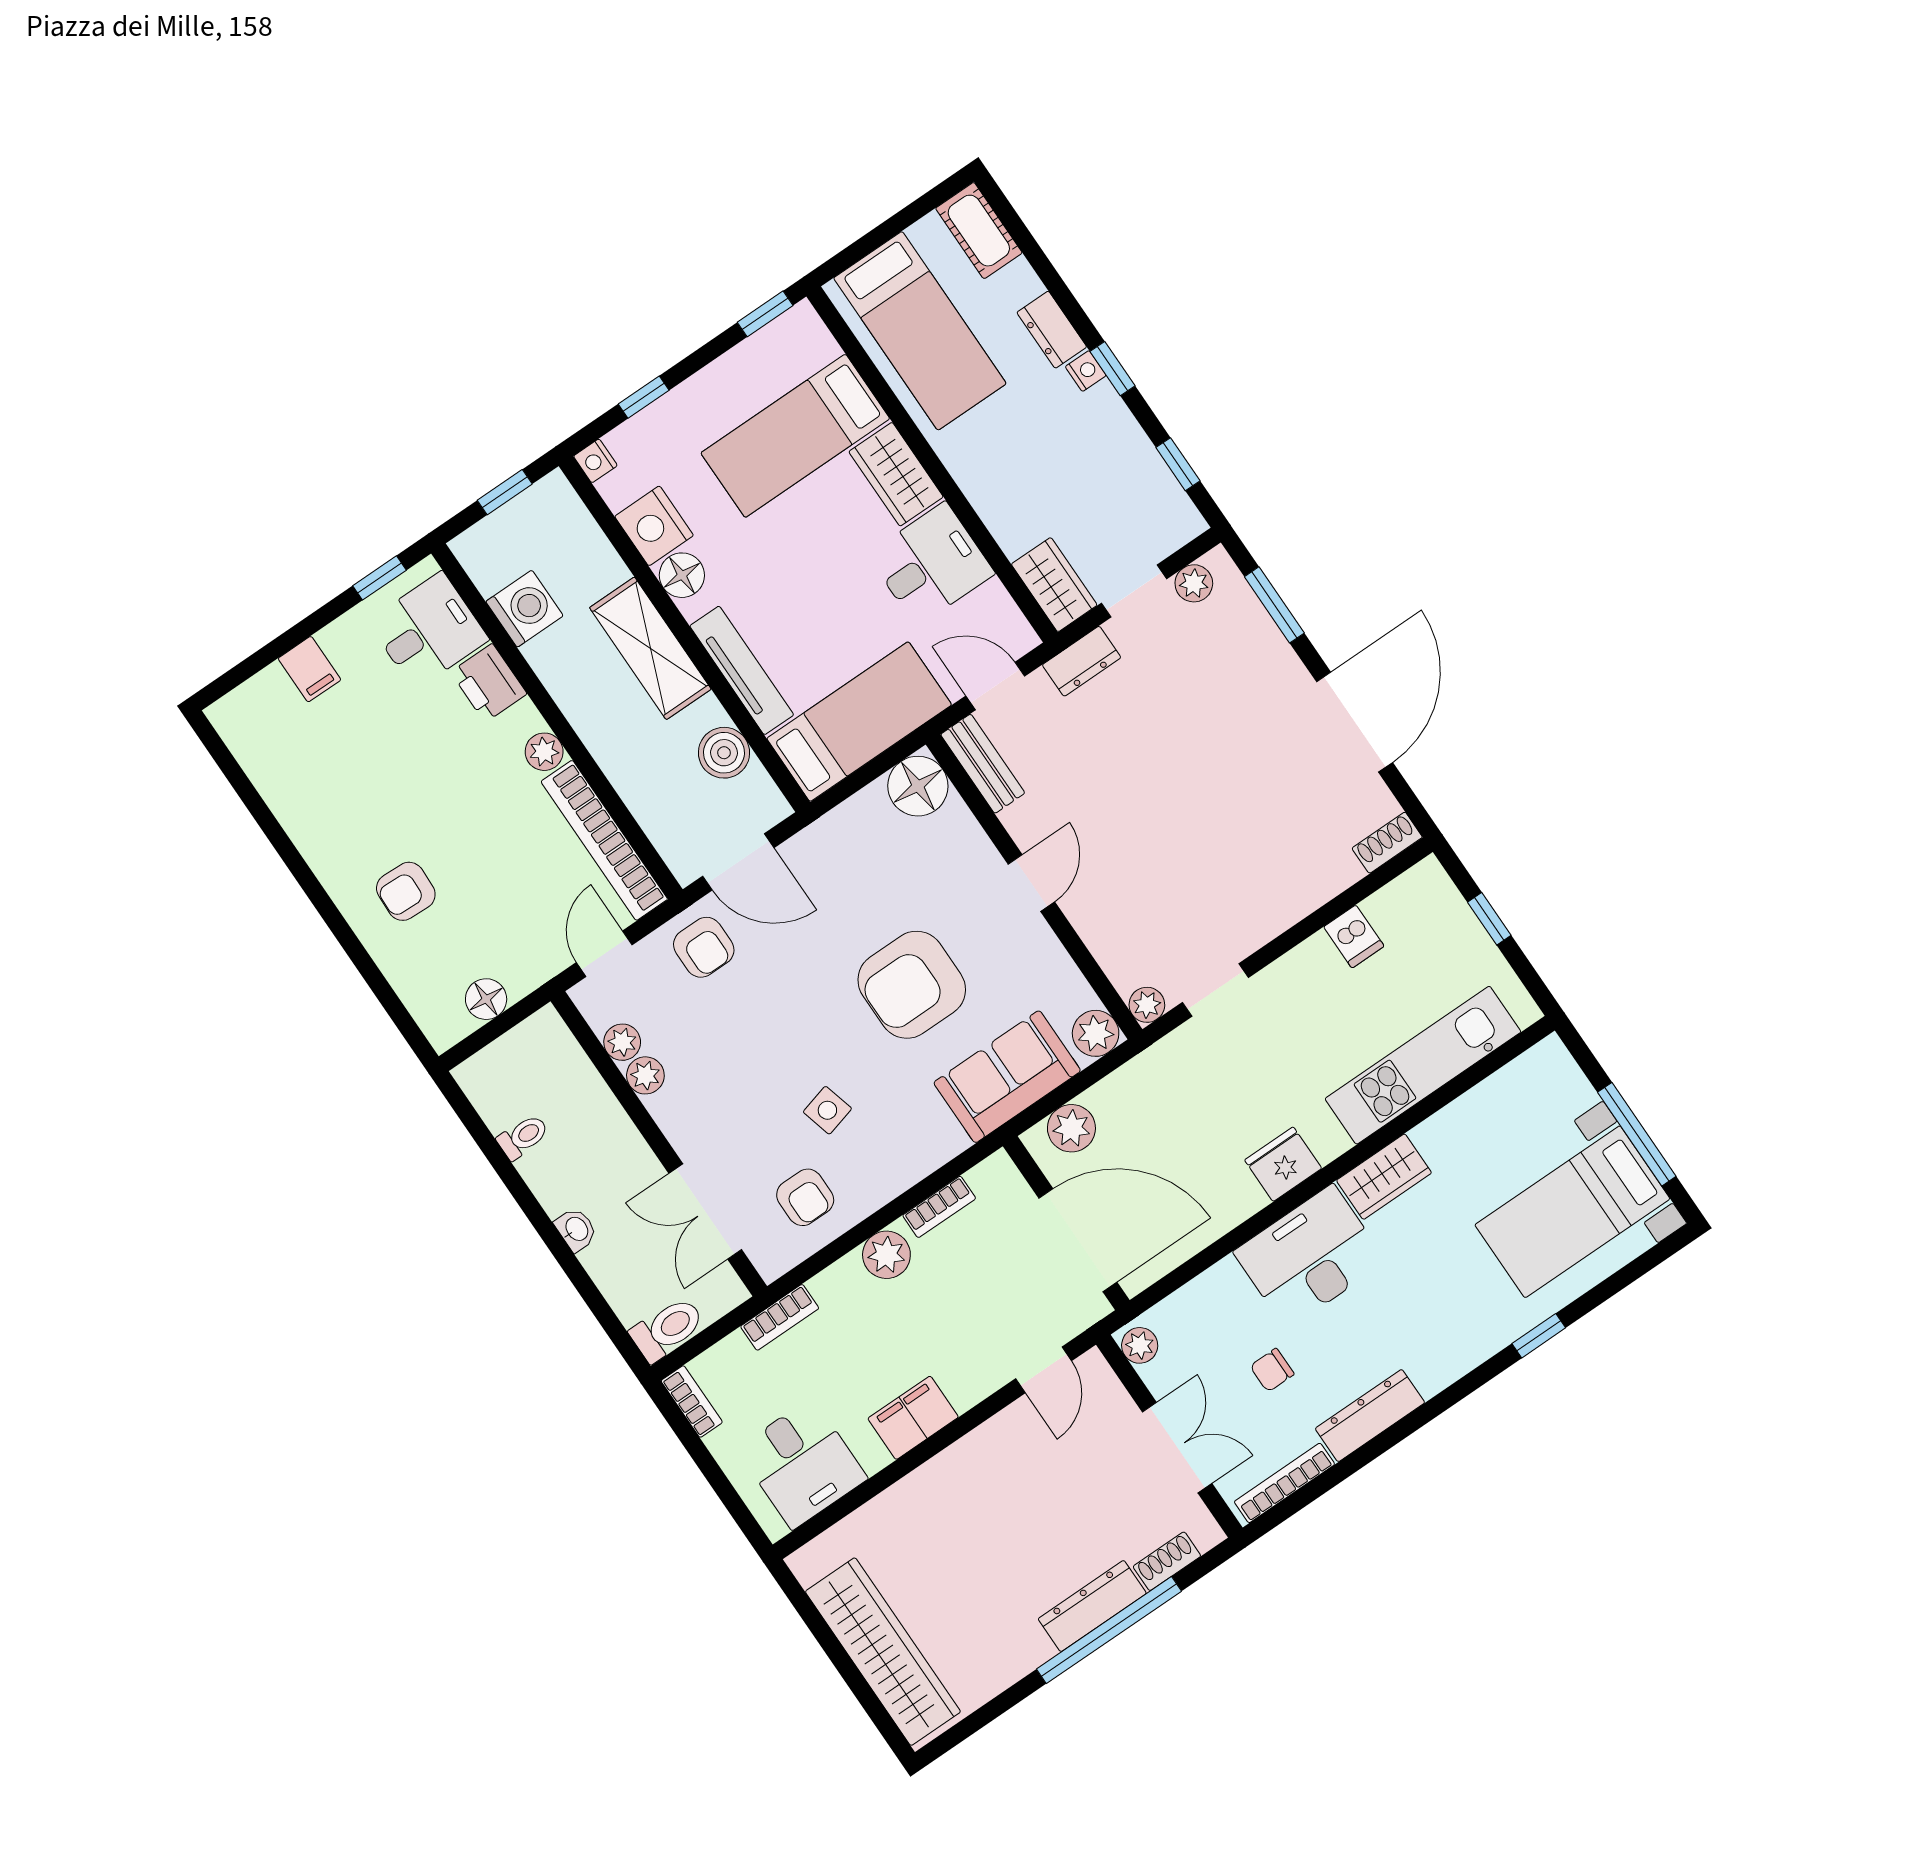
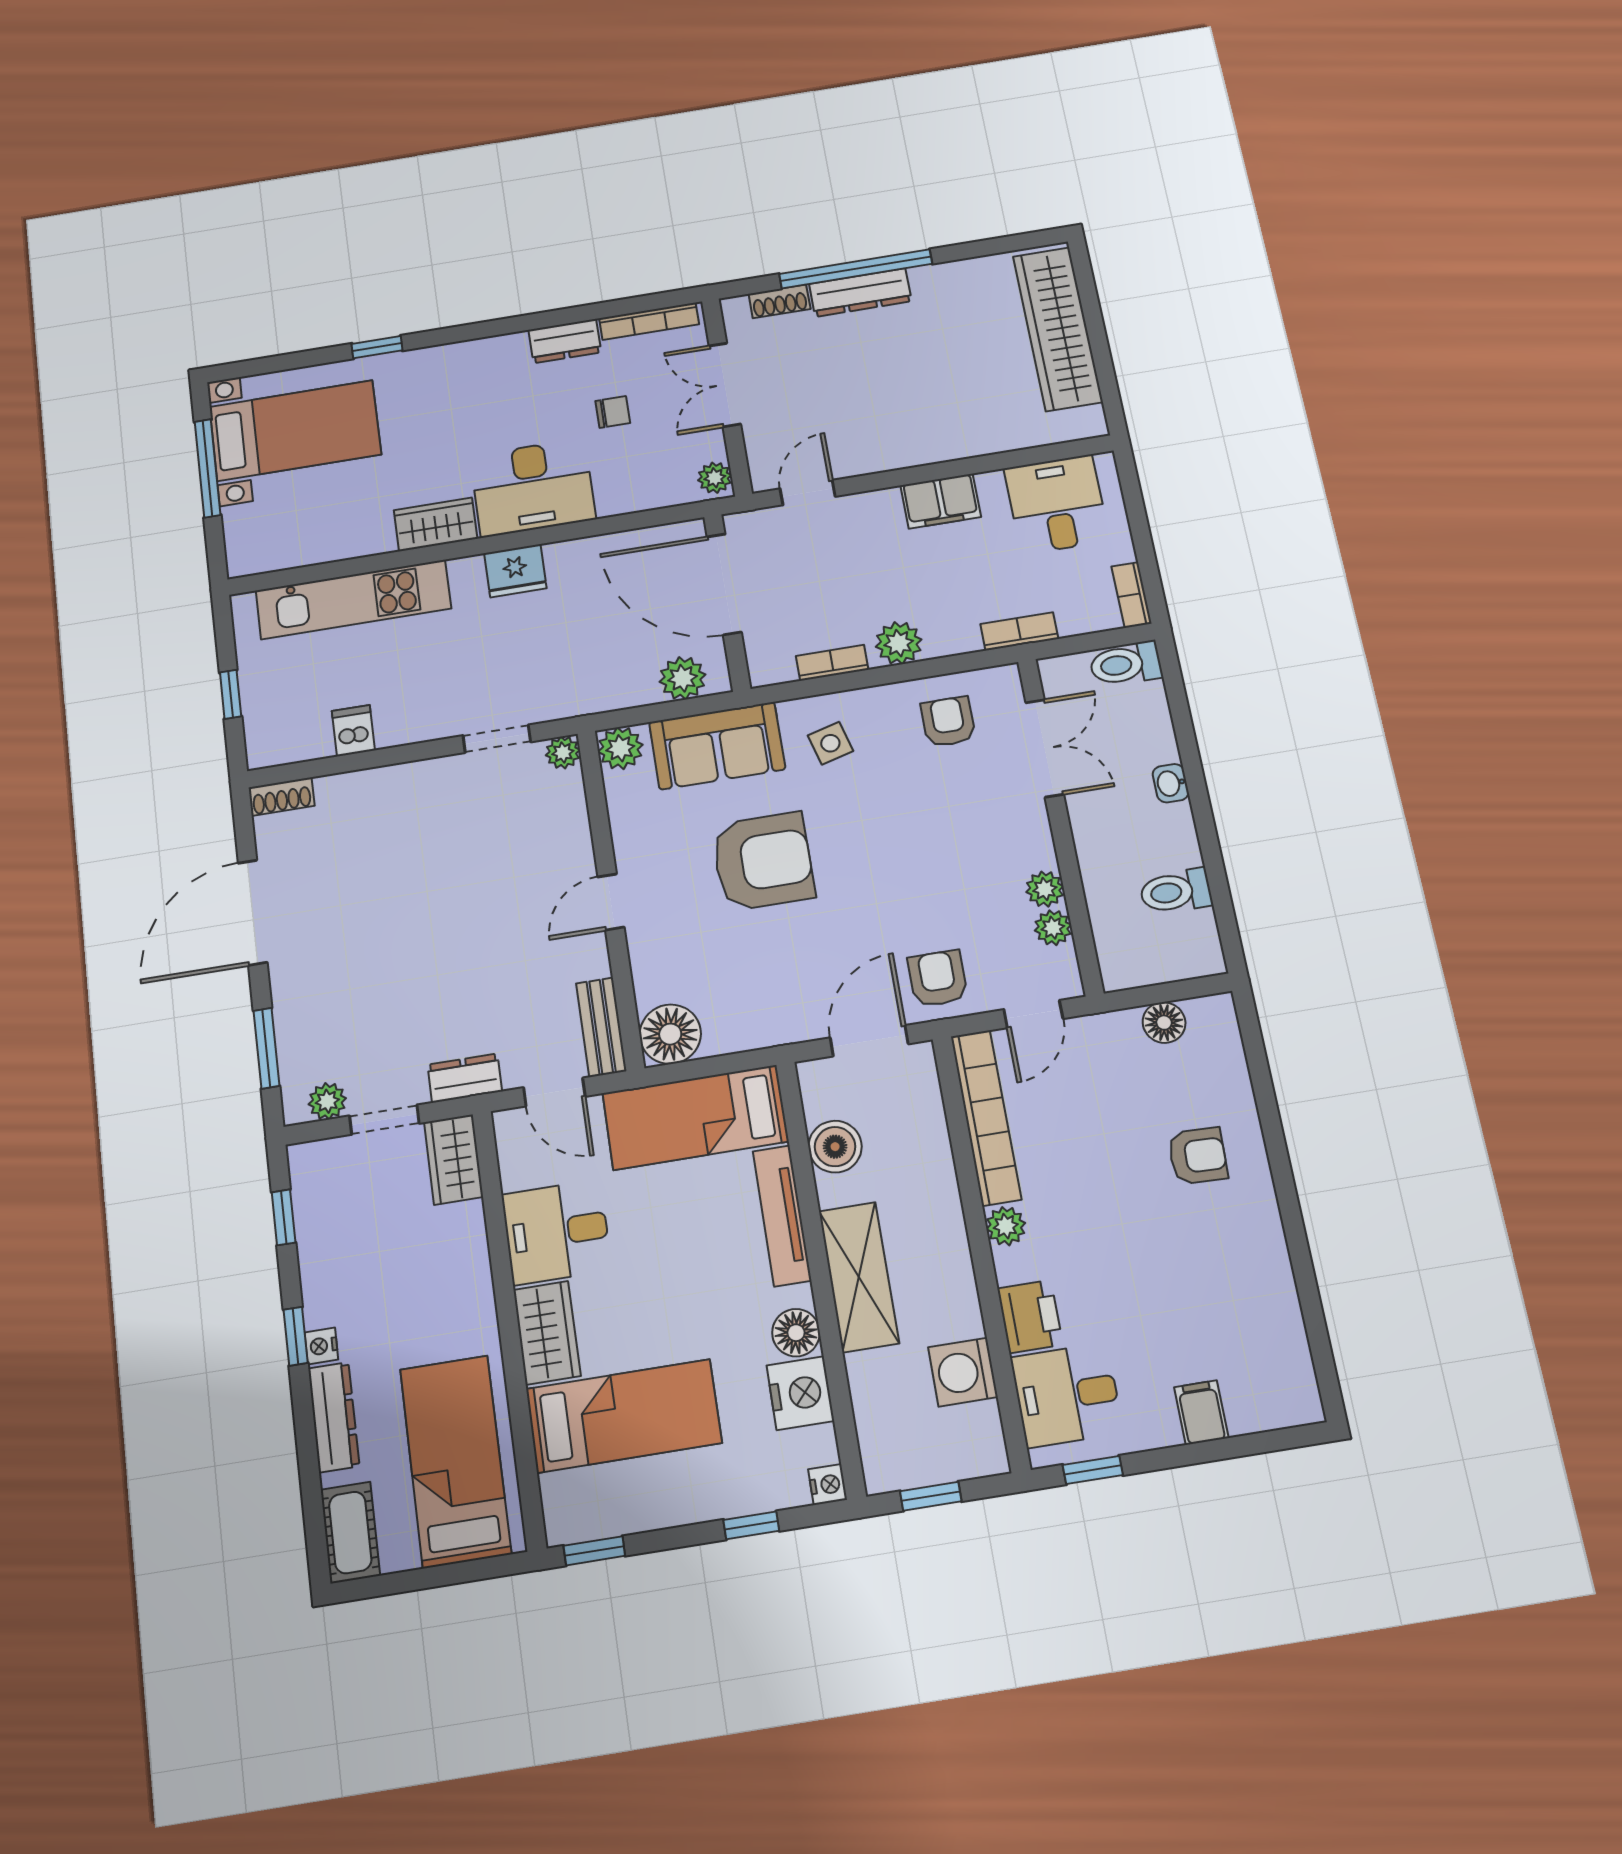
dresser: (1052, 330) -> (334, 1417), width x1.44
door: (738, 862) -> (869, 1041), hinge flipped
side table: (827, 1110) -> (830, 743), moved
toilet: (523, 1137) -> (1176, 891), width x1.37, depth x1.39
dresser: (1370, 1416) -> (565, 341), width x0.70

